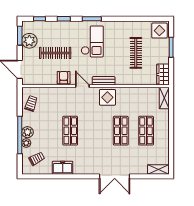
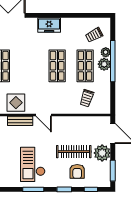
plant: (29, 41) -> (102, 153), moved
armchair: (64, 78) -> (77, 171), moved
trolley: (31, 103) -> (87, 98), moved
shop shelf: (45, 131) -> (85, 66), added
freezer: (63, 168) -> (49, 25), moved

